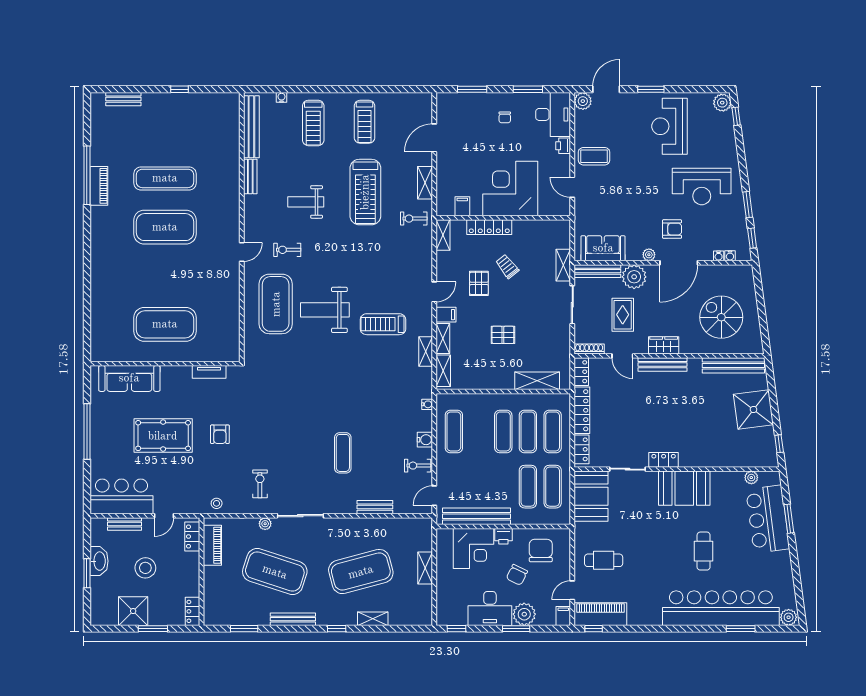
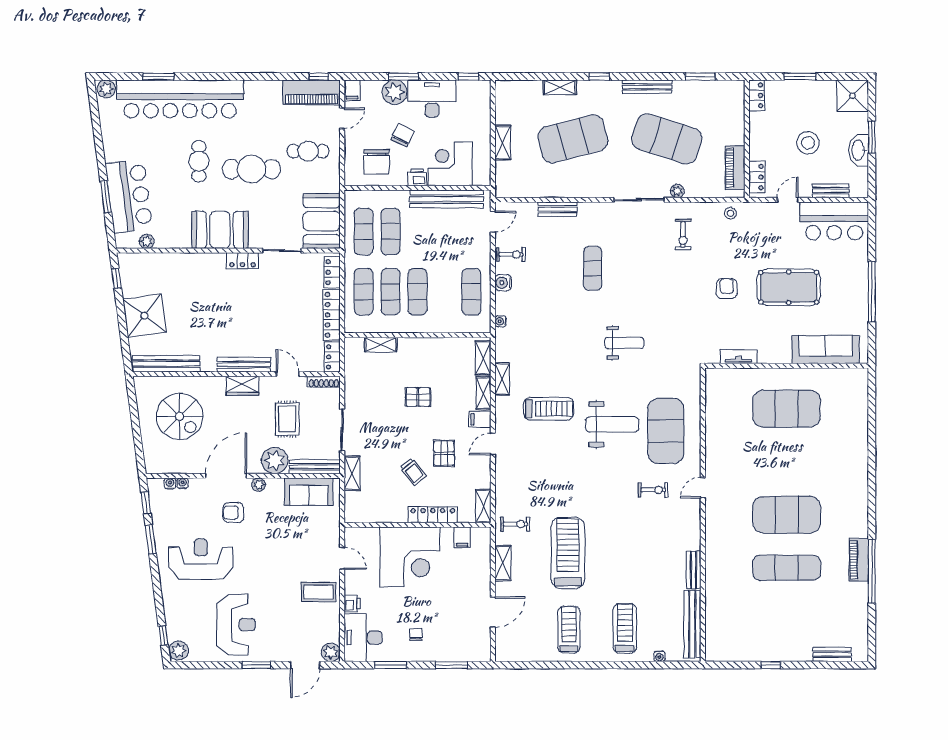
weight bench: (306, 202) -> (624, 343), moved
shelving: (537, 381) -> (381, 345), width x0.67, depth x0.75
cafe table: (655, 544) -> (251, 169), added
shower: (133, 611) -> (853, 96), moved

